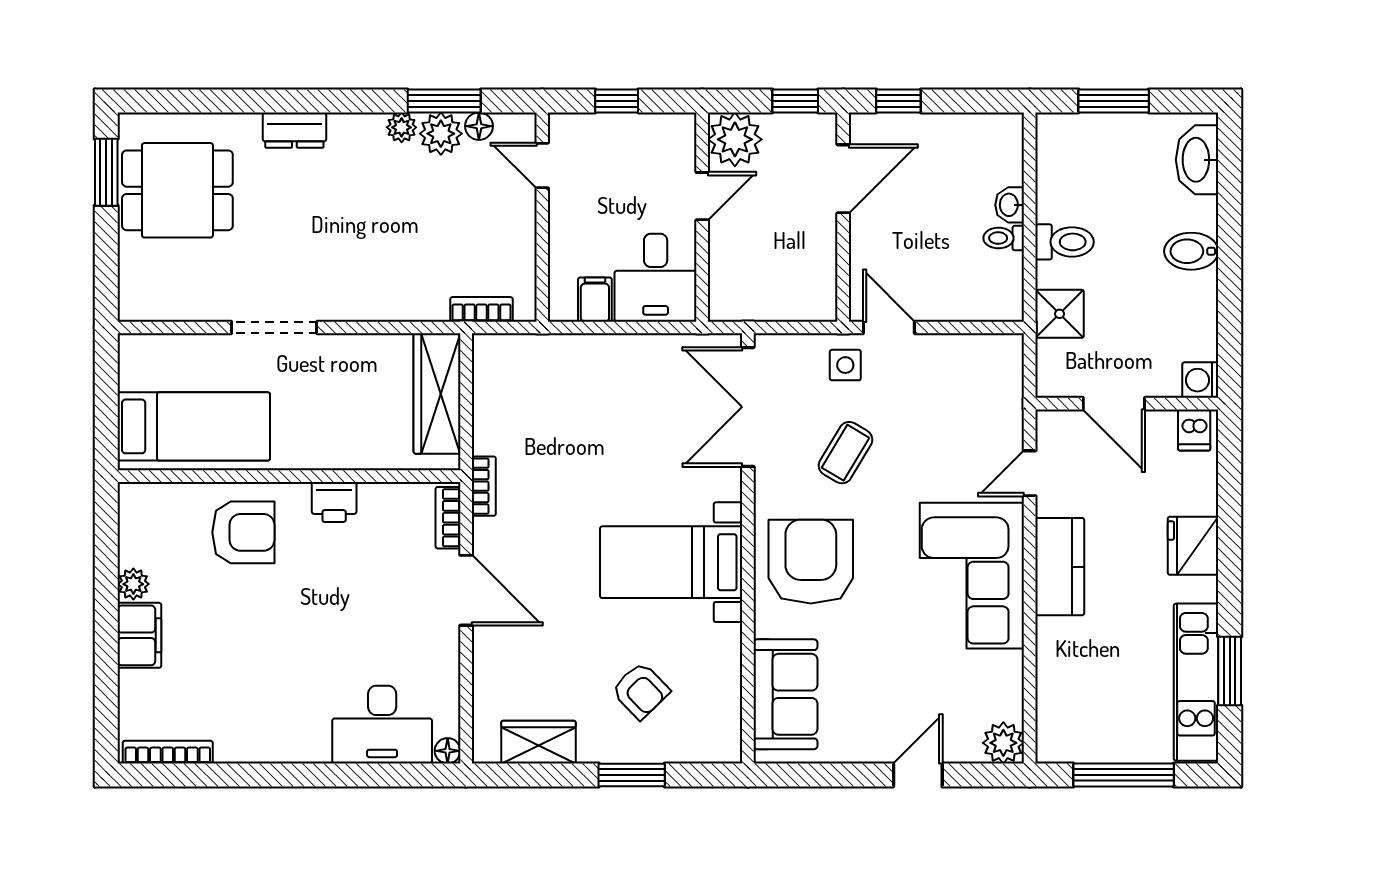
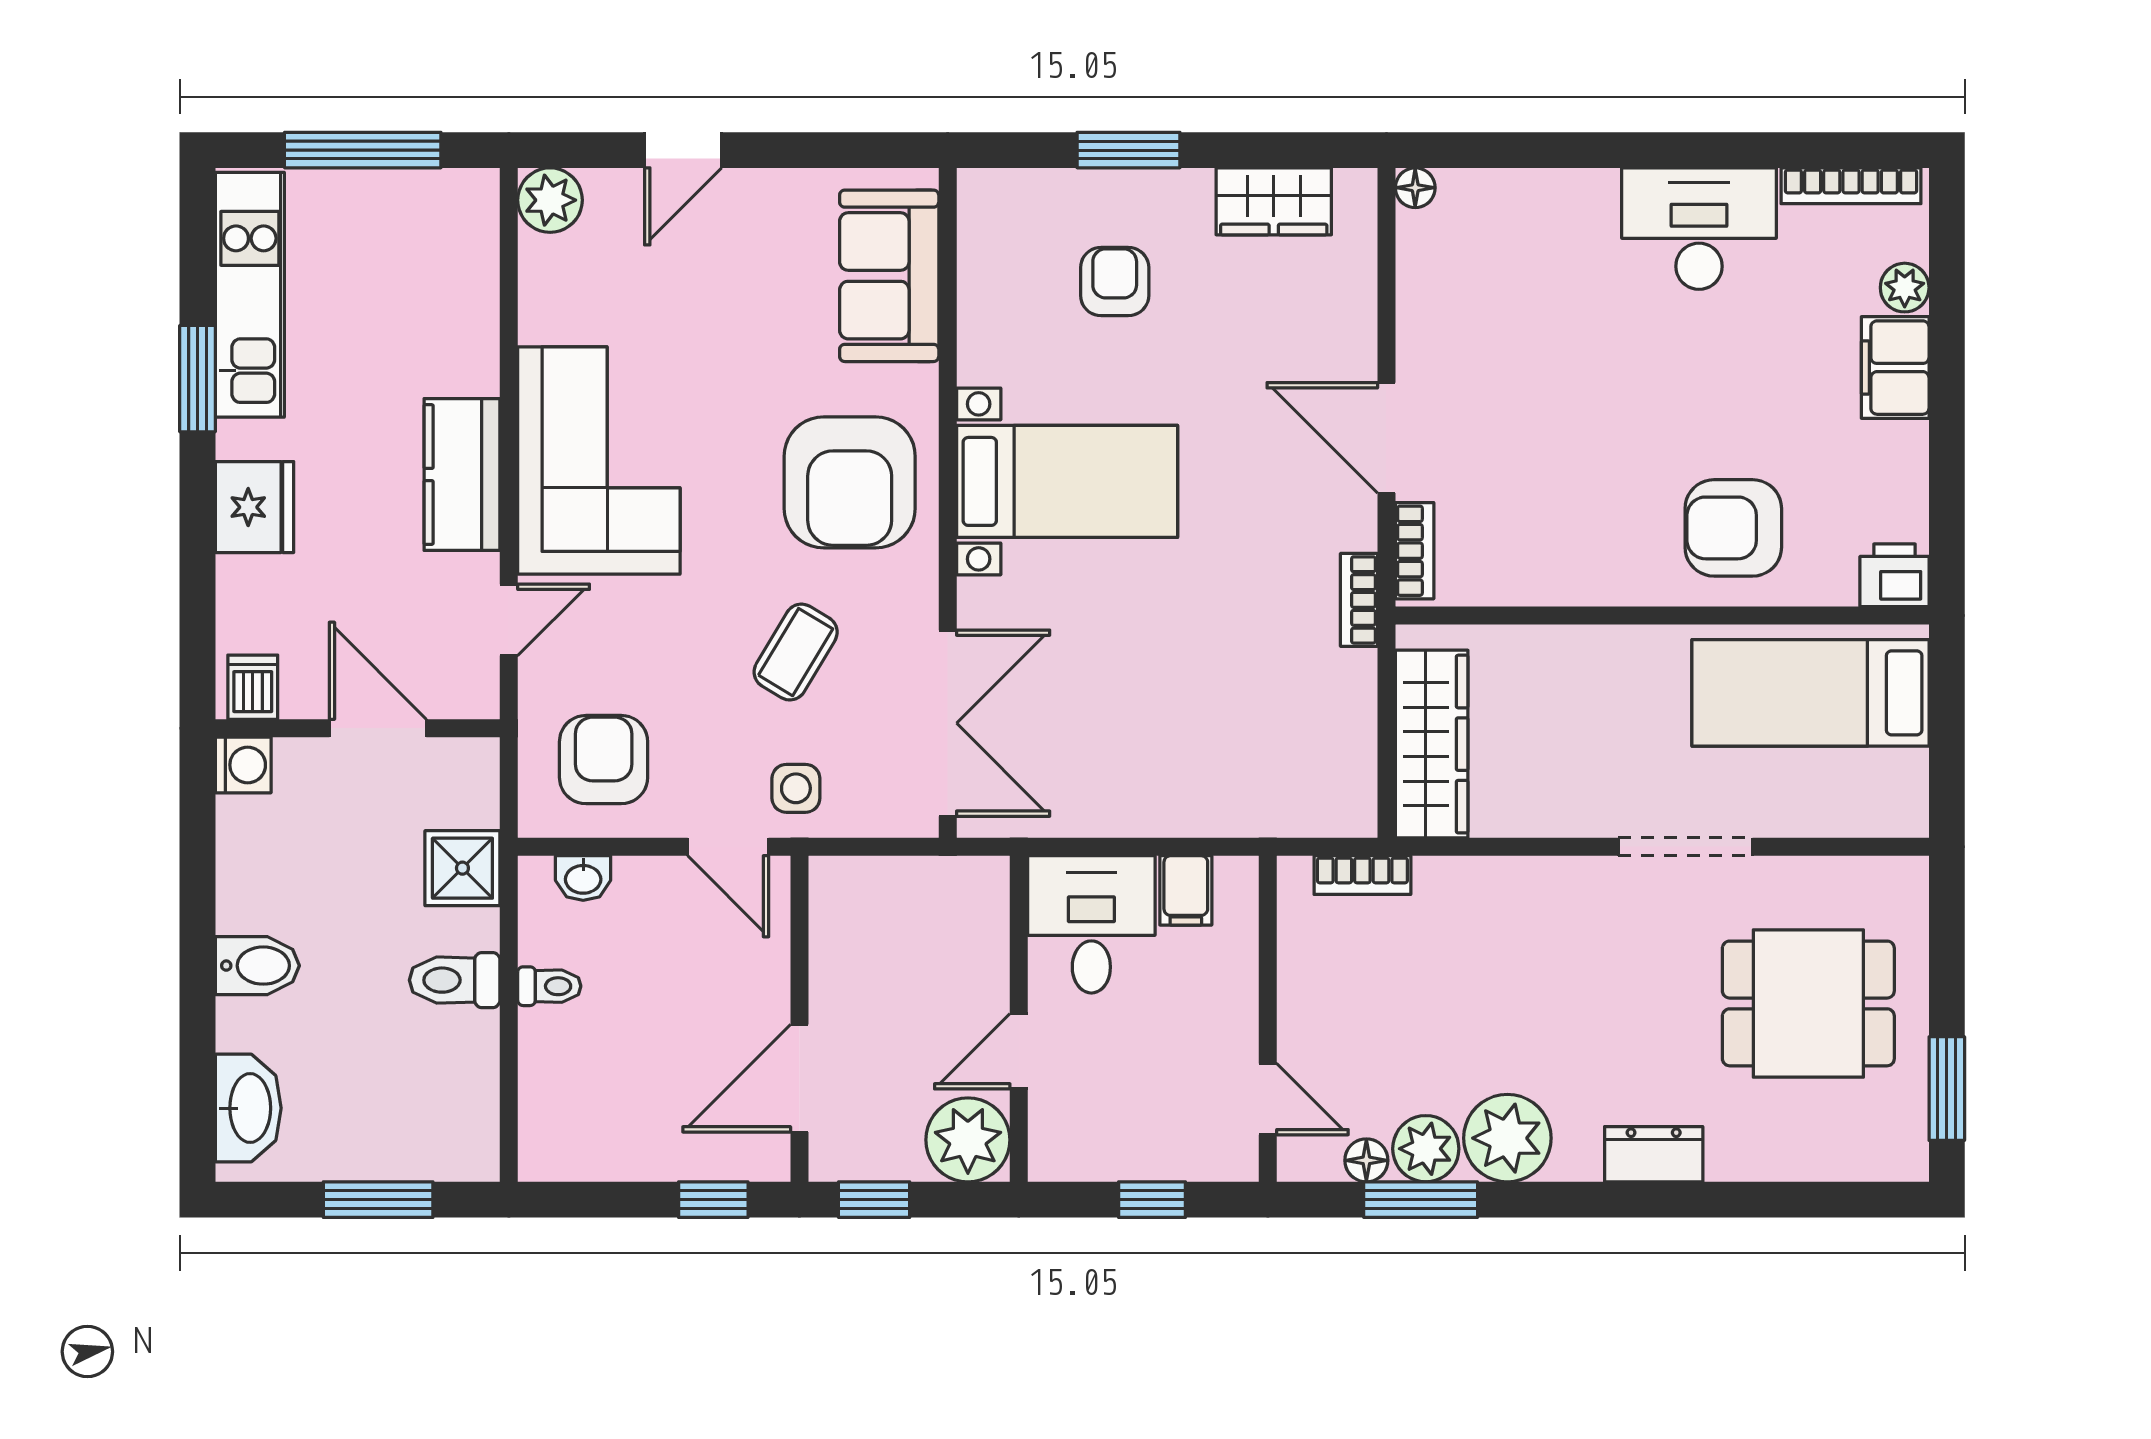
plant: (402, 127) -> (1507, 1138), width x1.88, depth x1.88
dining table: (177, 190) -> (1808, 1003), moved
washbasin: (1010, 205) -> (583, 878), moved, turned 90
armchair: (969, 384) -> (604, 760), added
printer: (334, 502) -> (1894, 575), moved
plant: (133, 584) -> (1905, 288), moved
window: (1230, 671) -> (198, 379), moved
armchair: (641, 691) -> (1115, 282), turned 44
desk: (382, 725) -> (1699, 229), moved

